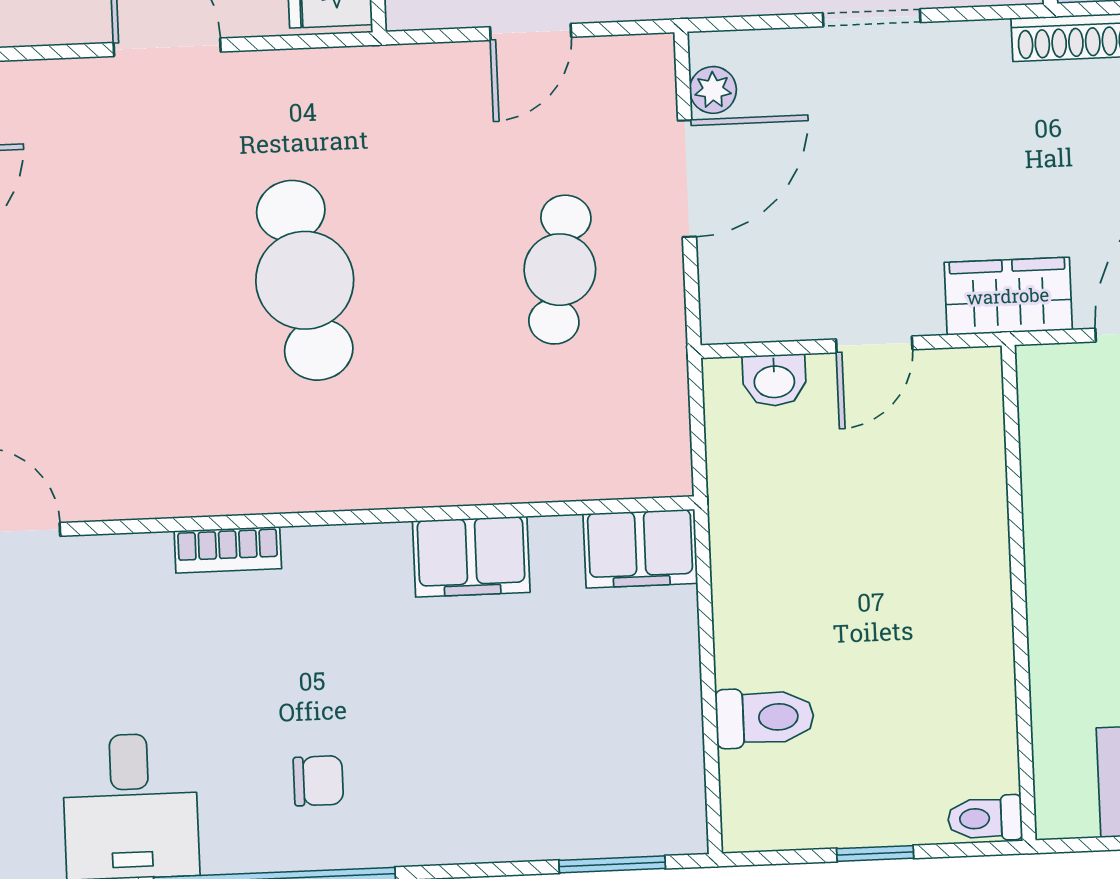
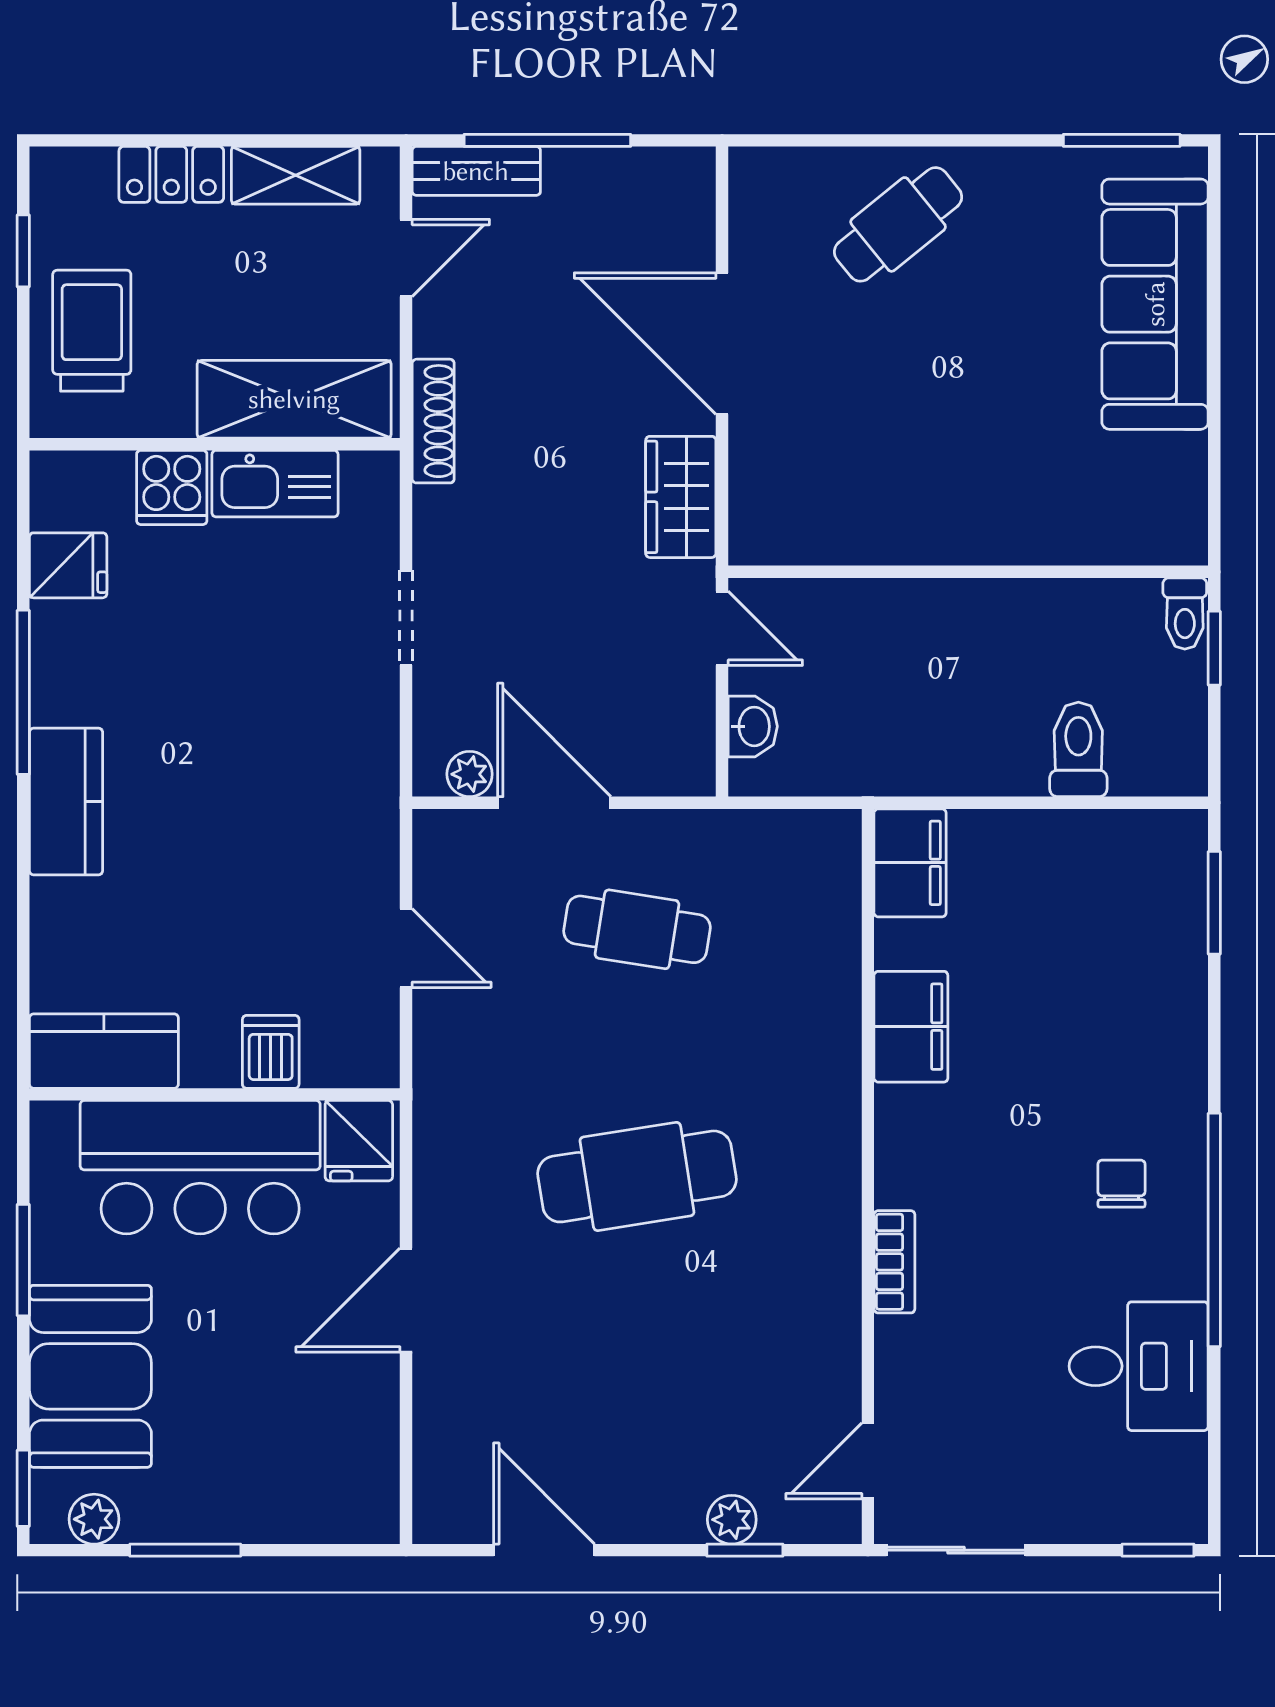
wall: (1019, 593) -> (968, 572), moved
toilet: (985, 818) -> (1185, 614), moved

